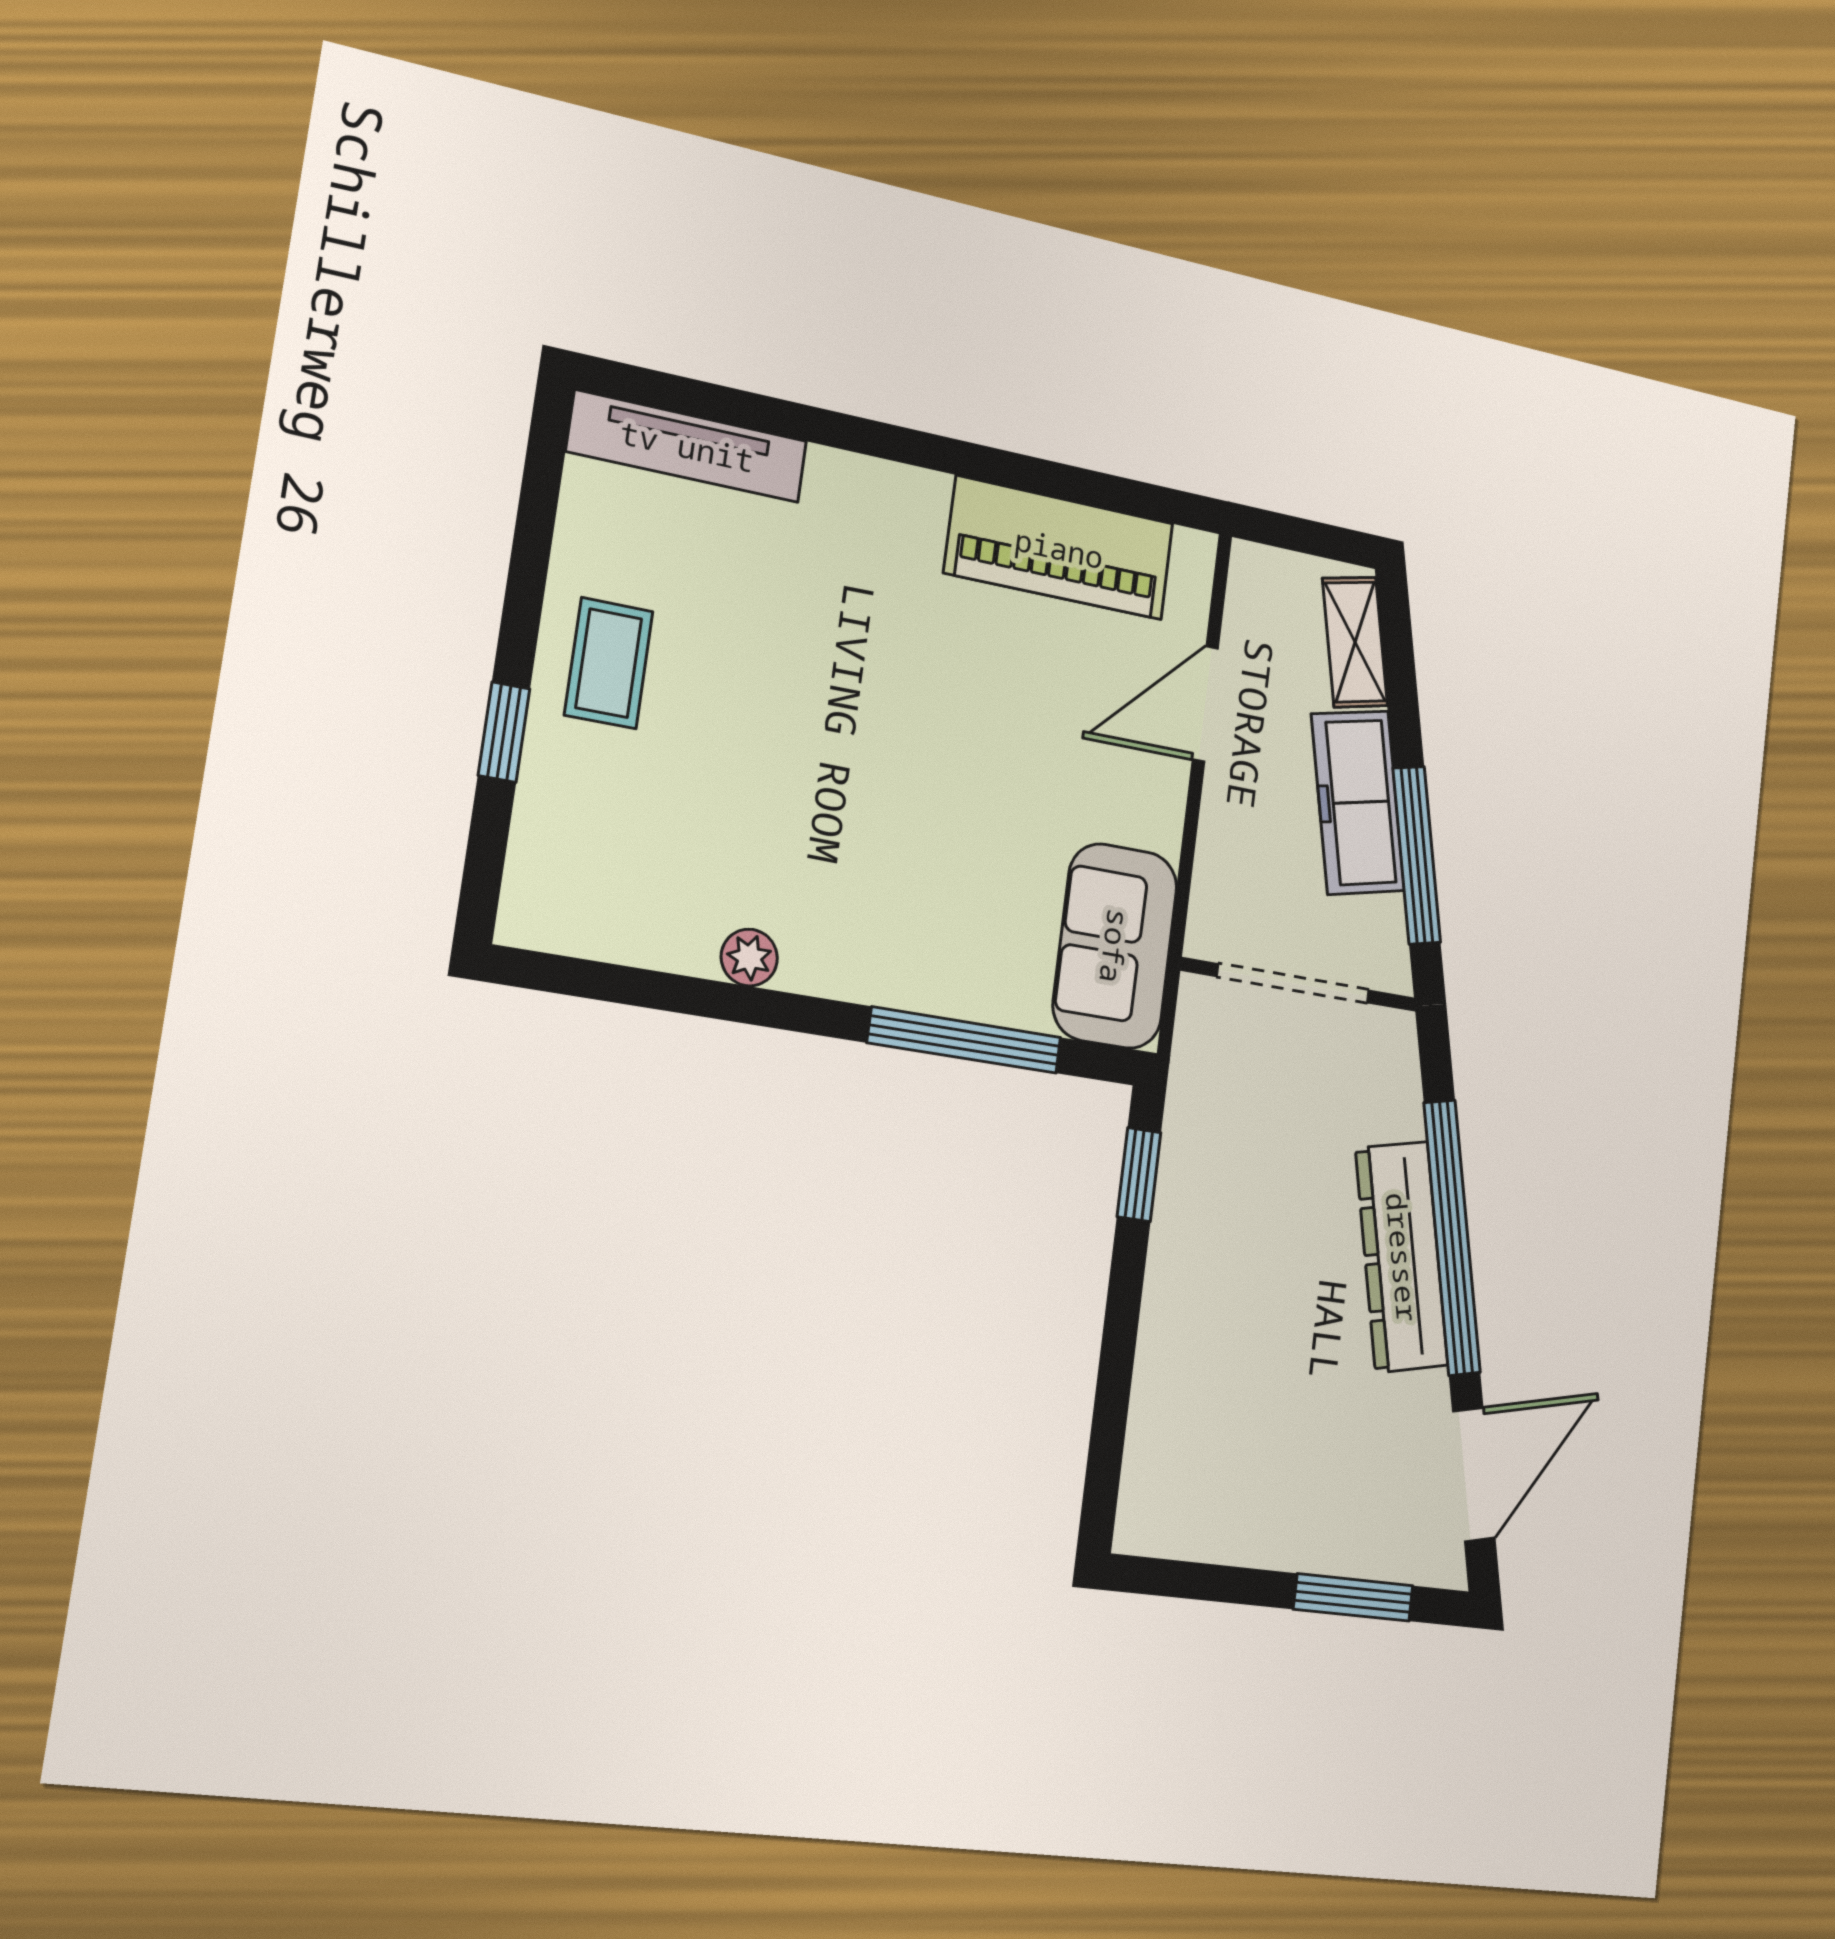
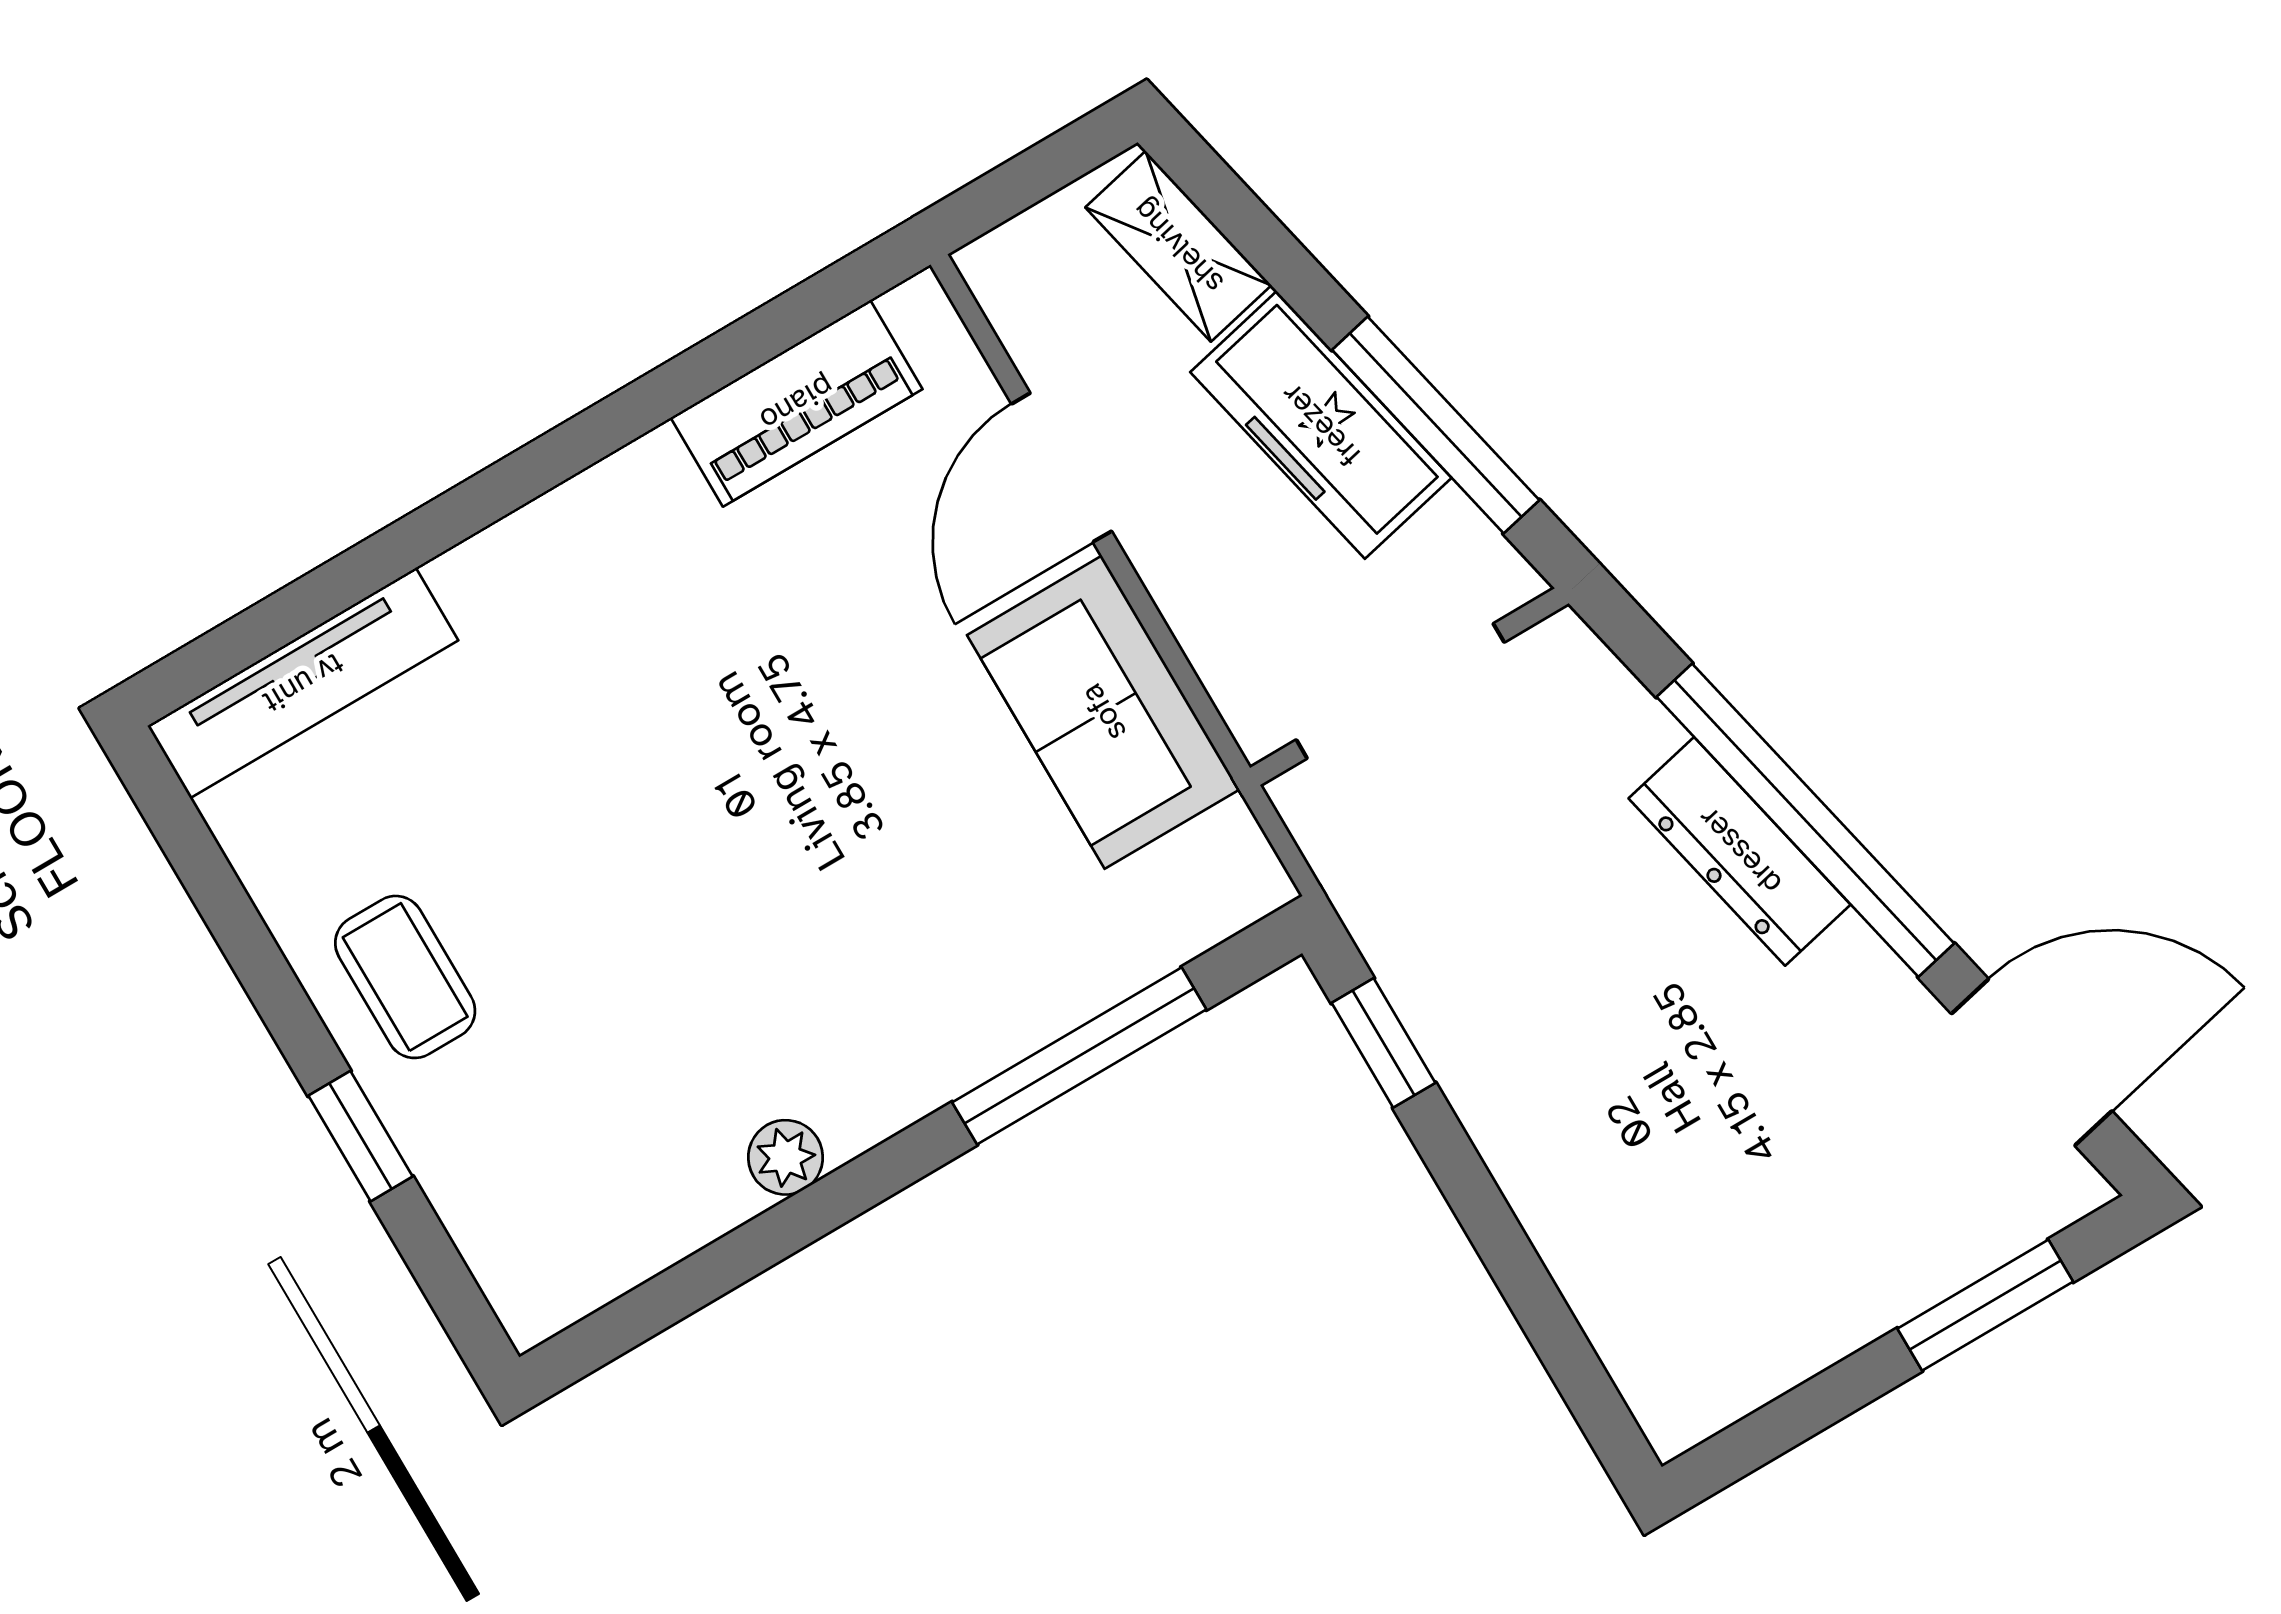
piano: (1059, 548) -> (797, 403), width x0.73, depth x0.75
sofa: (1115, 946) -> (1103, 712), moved
dresser: (1402, 1257) -> (1740, 851), width x0.73, depth x0.80
door: (1474, 1474) -> (2032, 1062), hinge flipped

